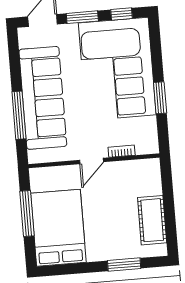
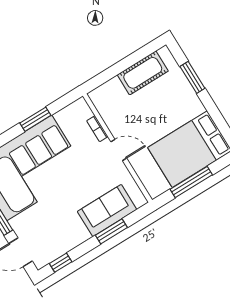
window: (14, 53) -> (61, 263), added
sofa: (43, 98) -> (107, 210), width x0.54, depth x0.79
window: (19, 115) -> (111, 231), width x0.69

